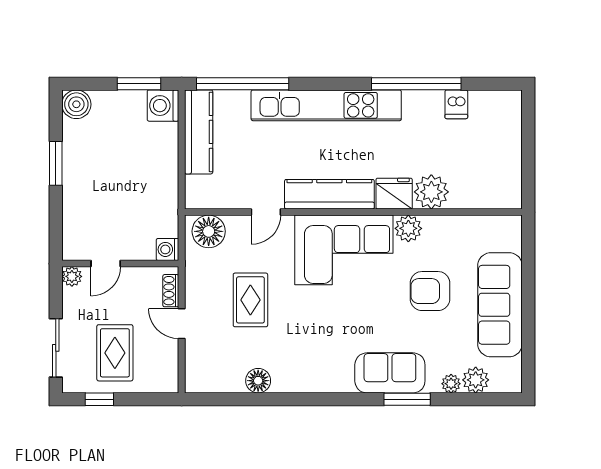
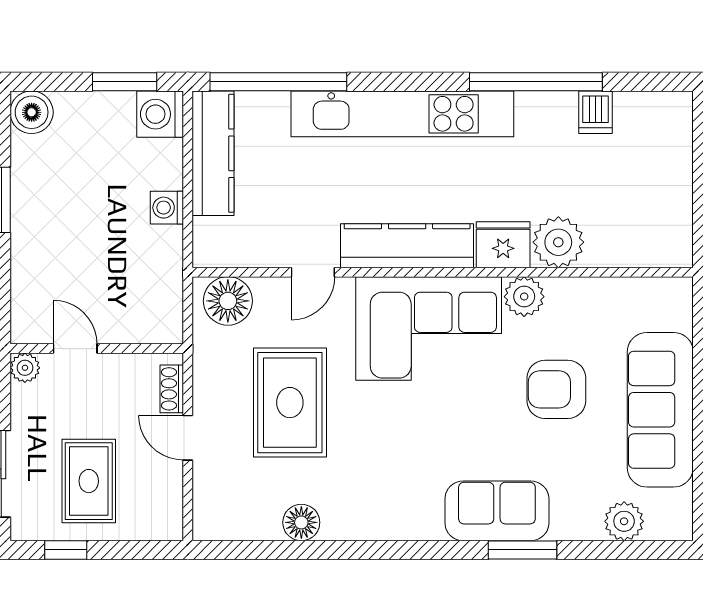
washing machine: (168, 249) -> (167, 208), moved
door: (106, 264) -> (75, 349), swing flipped
rug: (250, 300) -> (290, 403), width x1.36, depth x1.43
plant: (451, 384) -> (588, 527), removed

